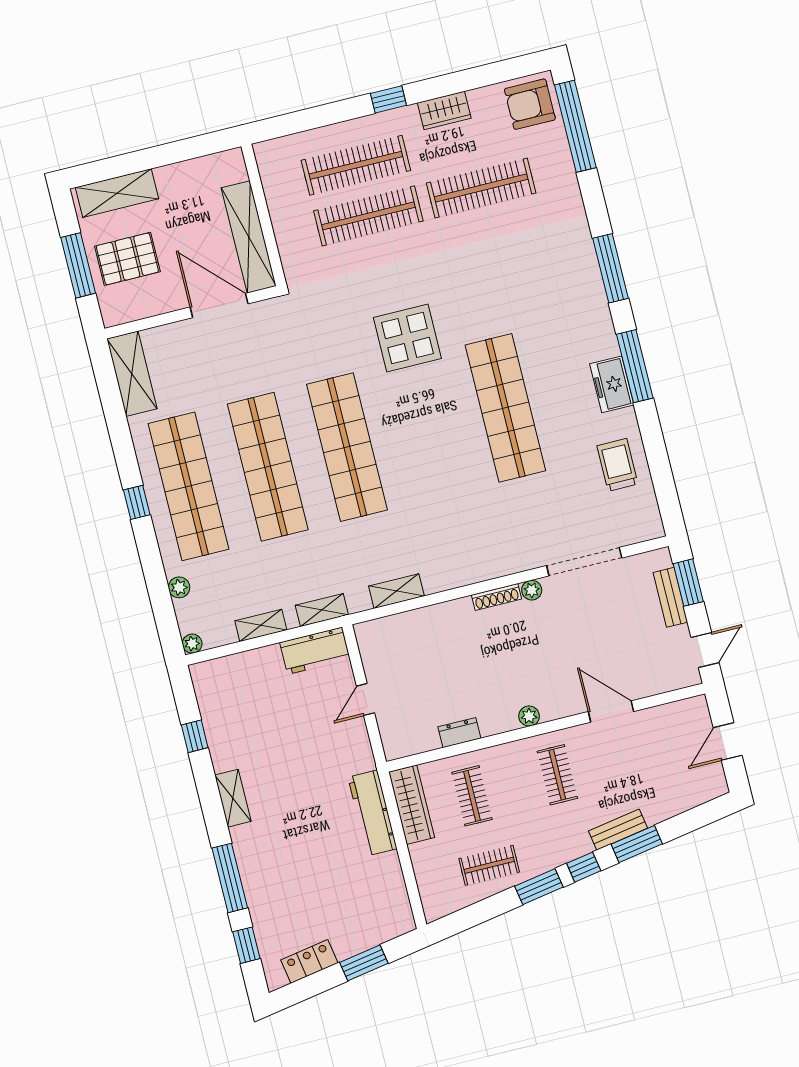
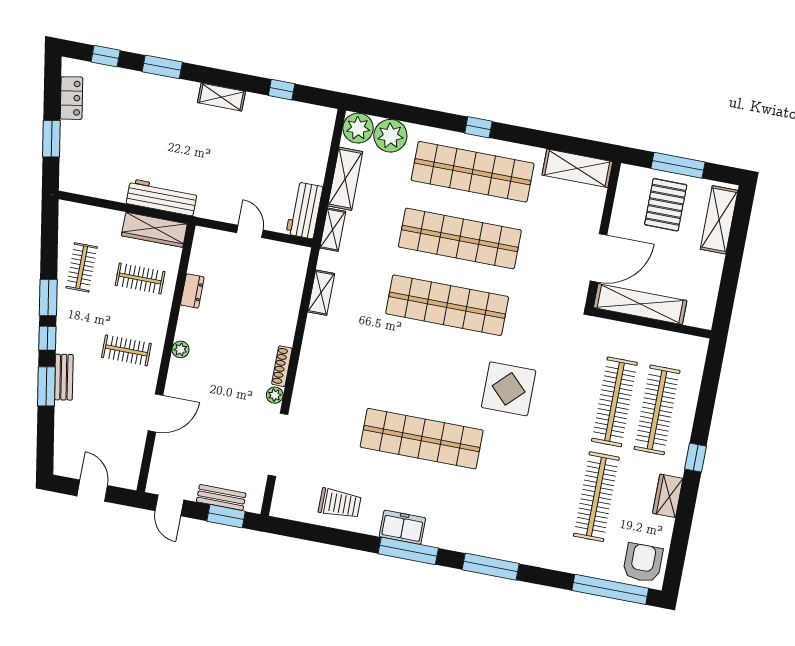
plant: (179, 587) -> (390, 136), width x1.88, depth x1.88
shelving: (261, 625) -> (345, 179), width x1.50, depth x1.33
plant: (192, 644) -> (358, 128), width x1.88, depth x1.88
window: (230, 878) -> (162, 67), width x0.69

